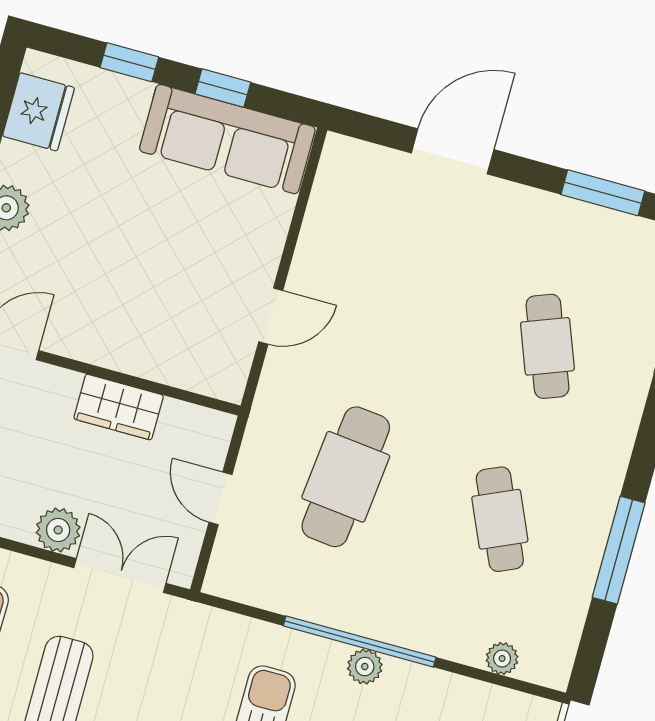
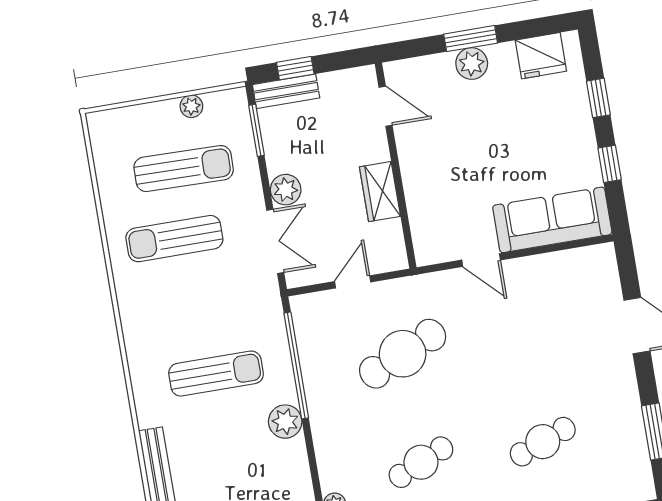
sofa: (227, 139) -> (552, 220), moved, turned 90
cafe table: (346, 477) -> (403, 354), turned -30
window: (360, 641) -> (296, 365), moved
plant: (365, 667) -> (285, 422), width x1.38, depth x1.38

